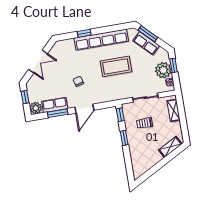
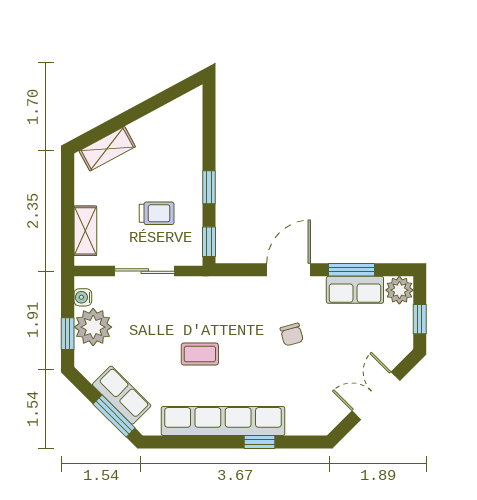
coffee table: (116, 66) -> (200, 354), width x0.54, depth x0.58

